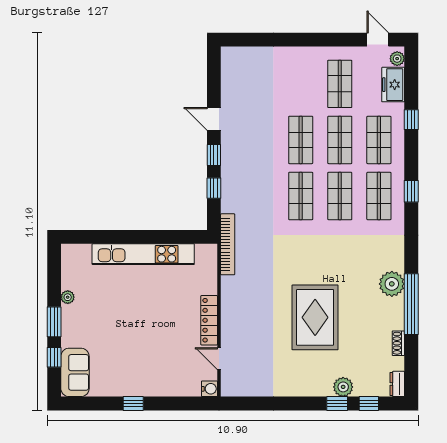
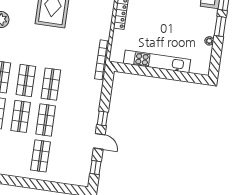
shop shelf: (340, 84) -> (40, 156), moved
window: (214, 188) -> (95, 168), moved

